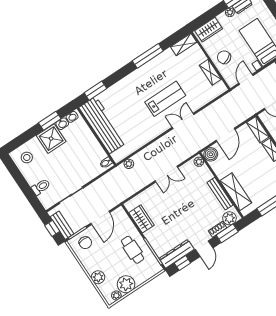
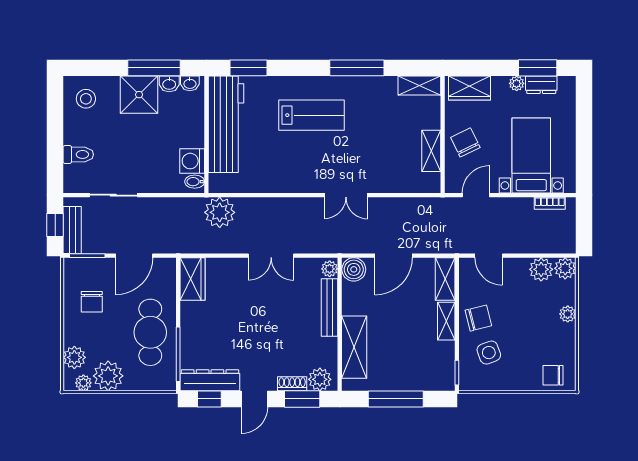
lab bench: (165, 99) -> (311, 115), moved
window: (50, 121) -> (154, 68), width x1.44
double door: (183, 121) -> (346, 195), swing flipped
washing machine: (98, 154) -> (192, 161), added
plant: (129, 164) -> (220, 212), width x1.88, depth x1.88
bench: (220, 194) -> (330, 307), moved
wardrobe: (142, 219) -> (193, 279), moved
chair: (85, 243) -> (92, 302), moved
cafe table: (133, 250) -> (150, 332), width x1.37, depth x1.35
plant: (98, 277) -> (74, 357), moved

